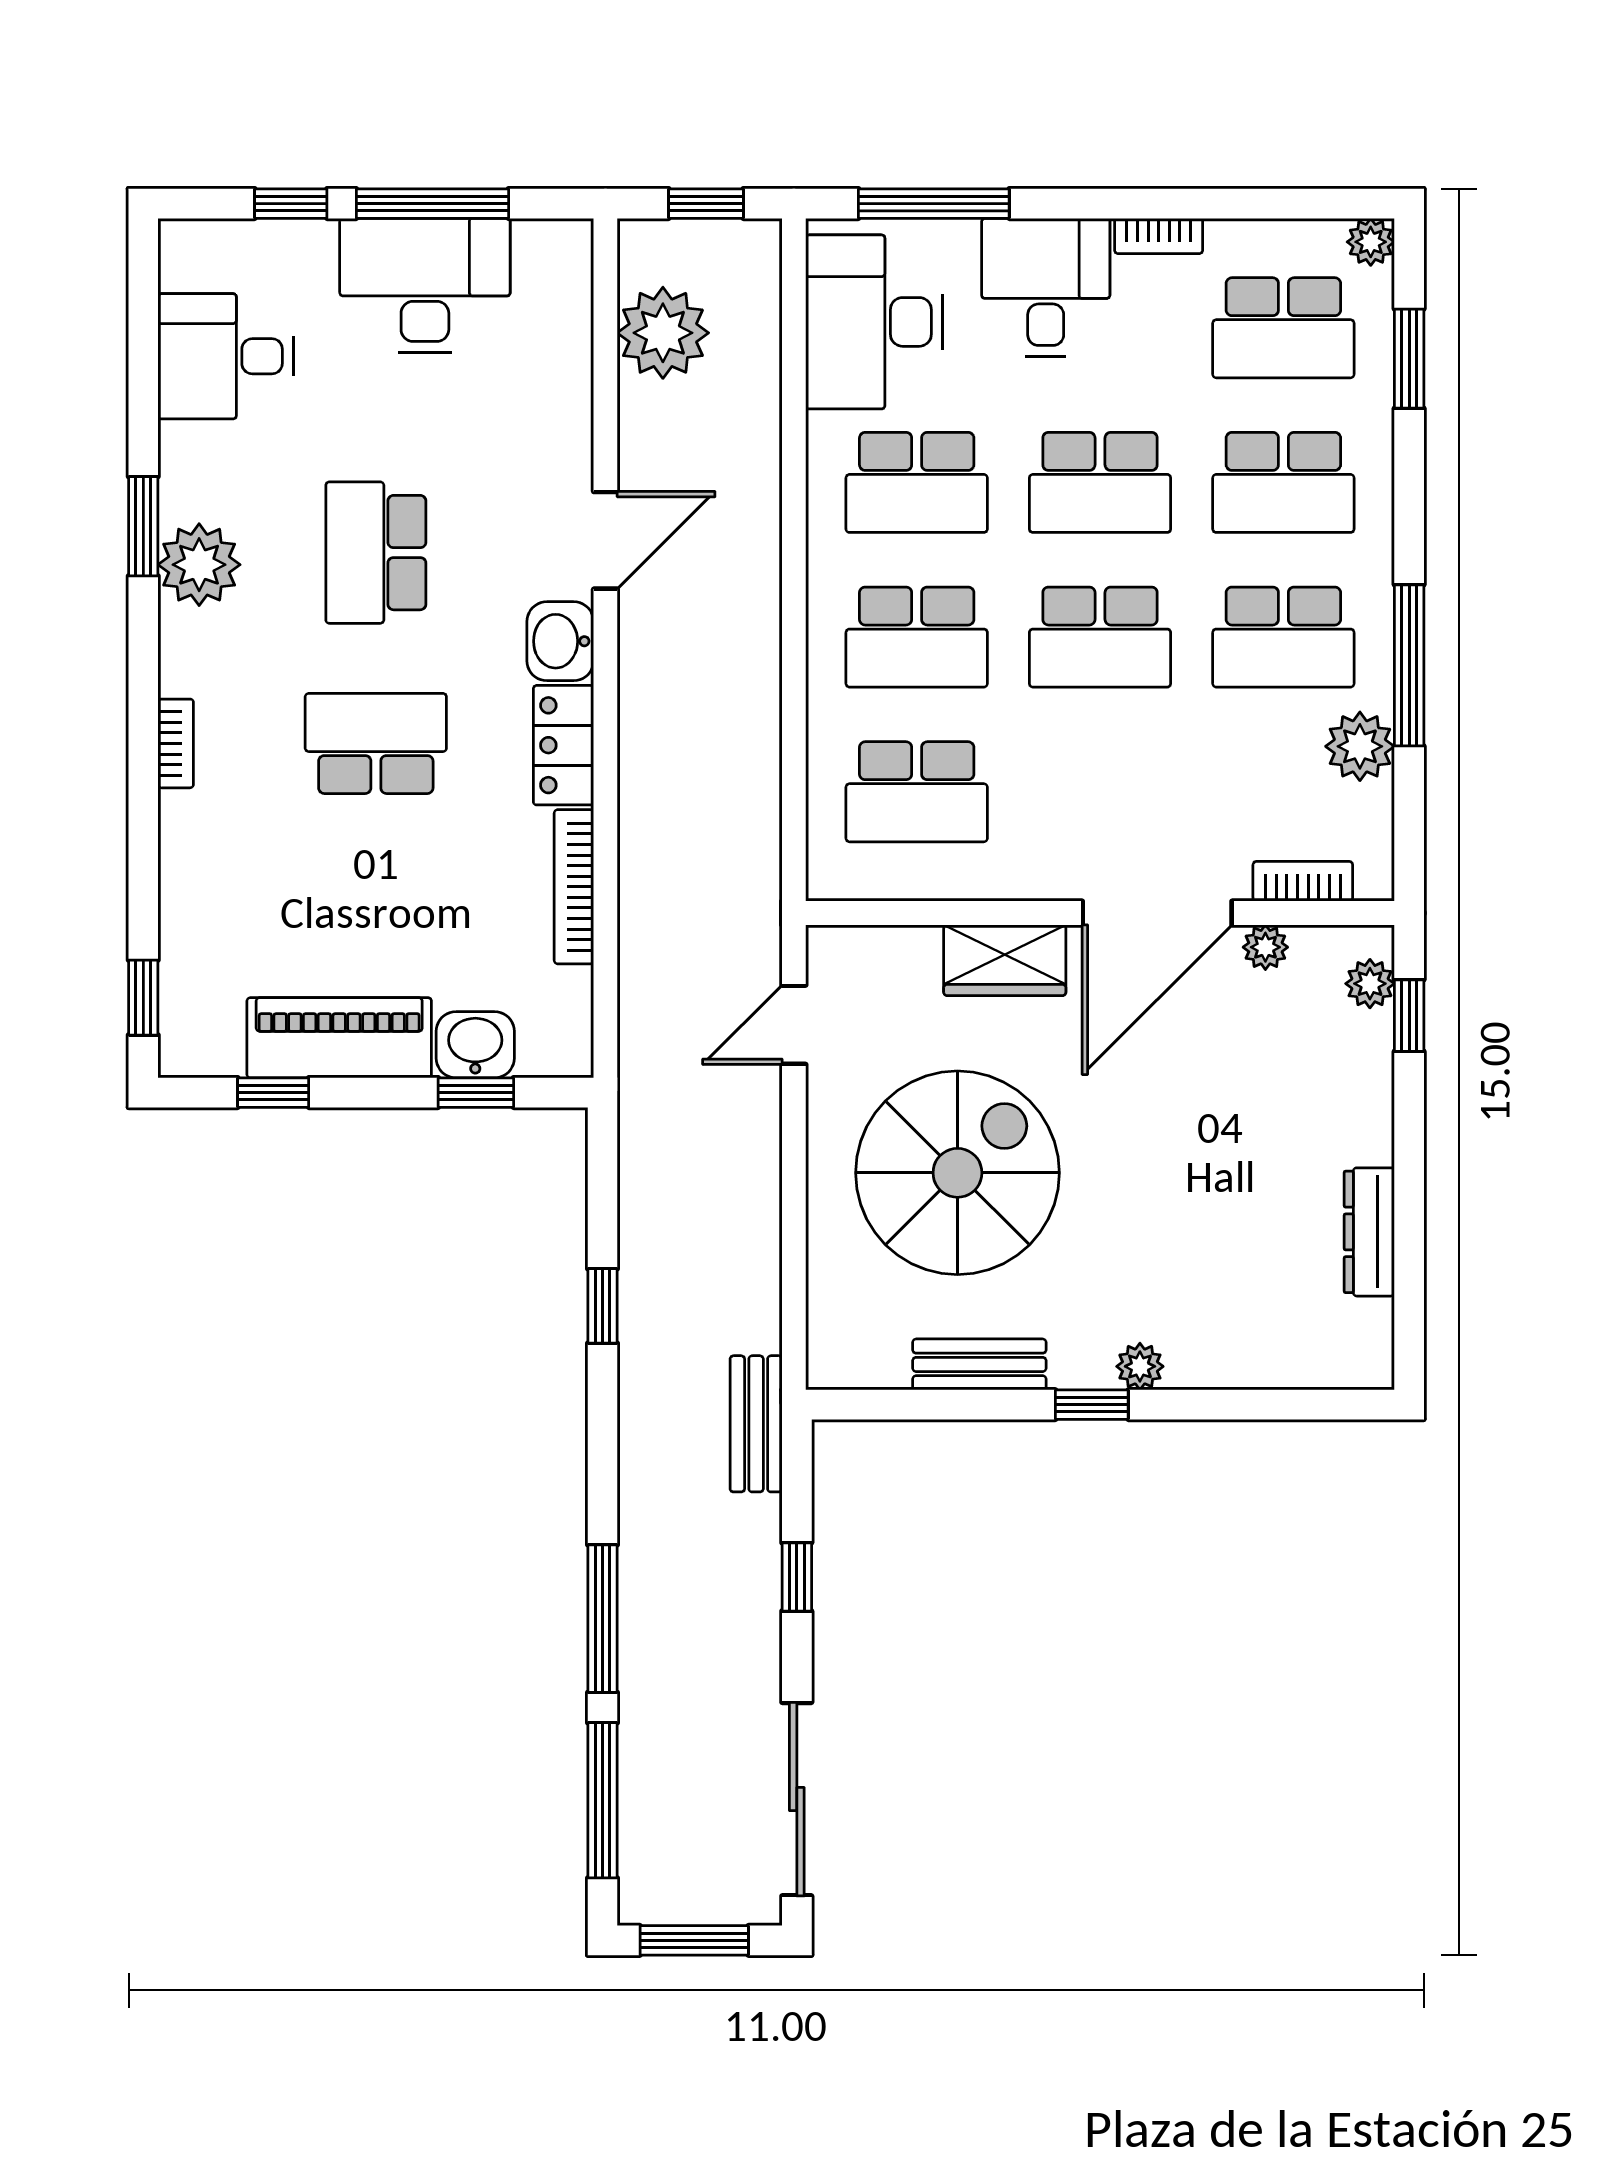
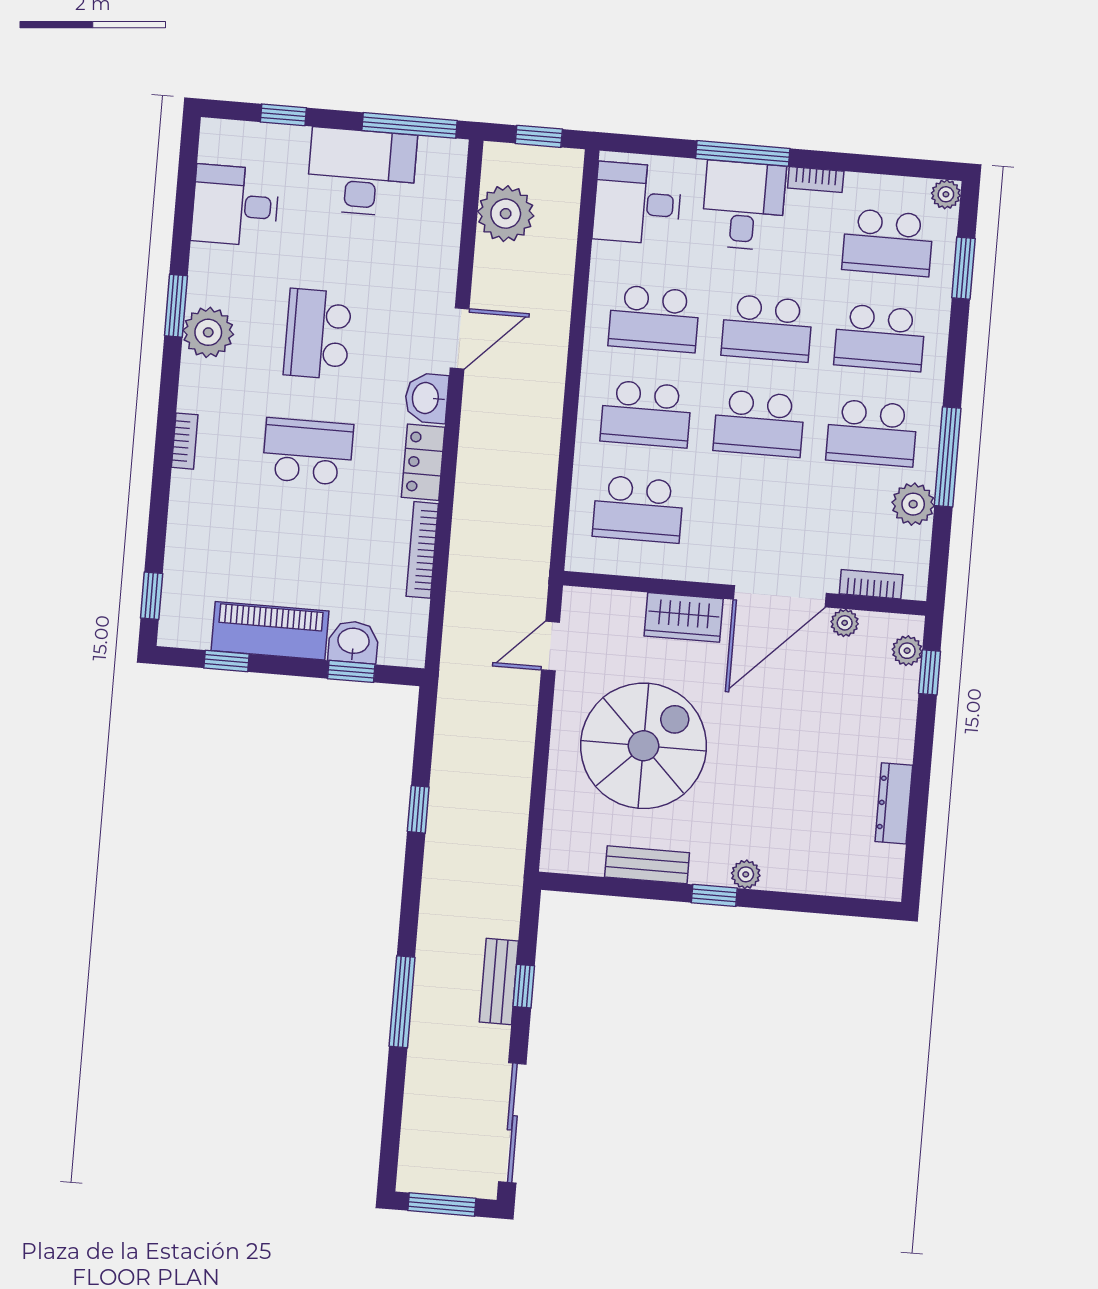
window: (432, 204) -> (409, 125), moved
window: (934, 204) -> (743, 153), moved
desk: (874, 322) -> (637, 203), width x0.73
bench: (756, 1424) -> (499, 981), moved
window: (603, 1800) -> (393, 1114), removed

